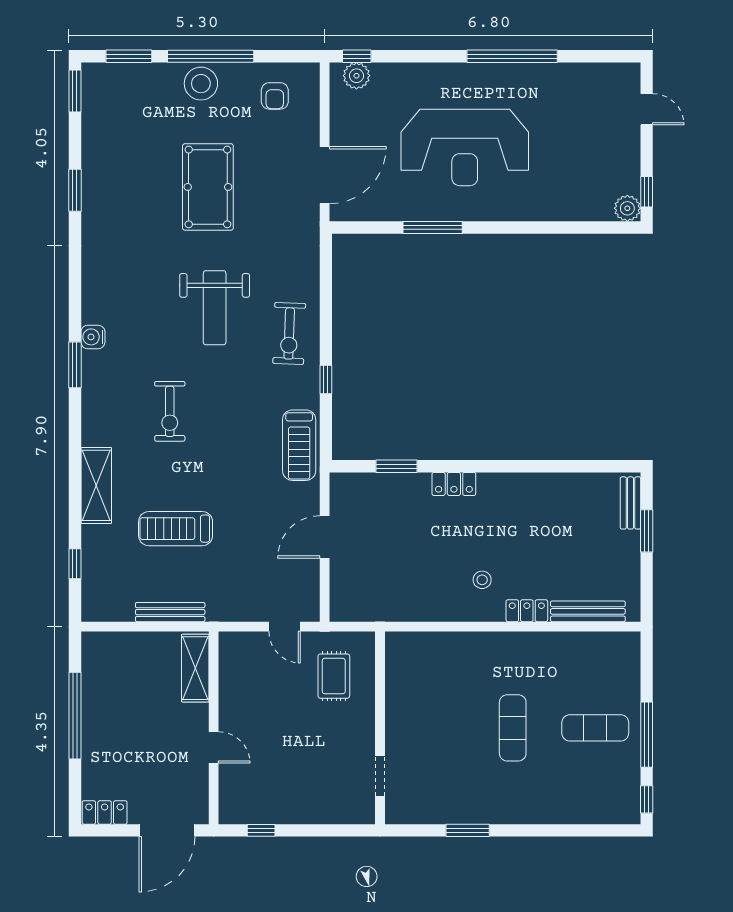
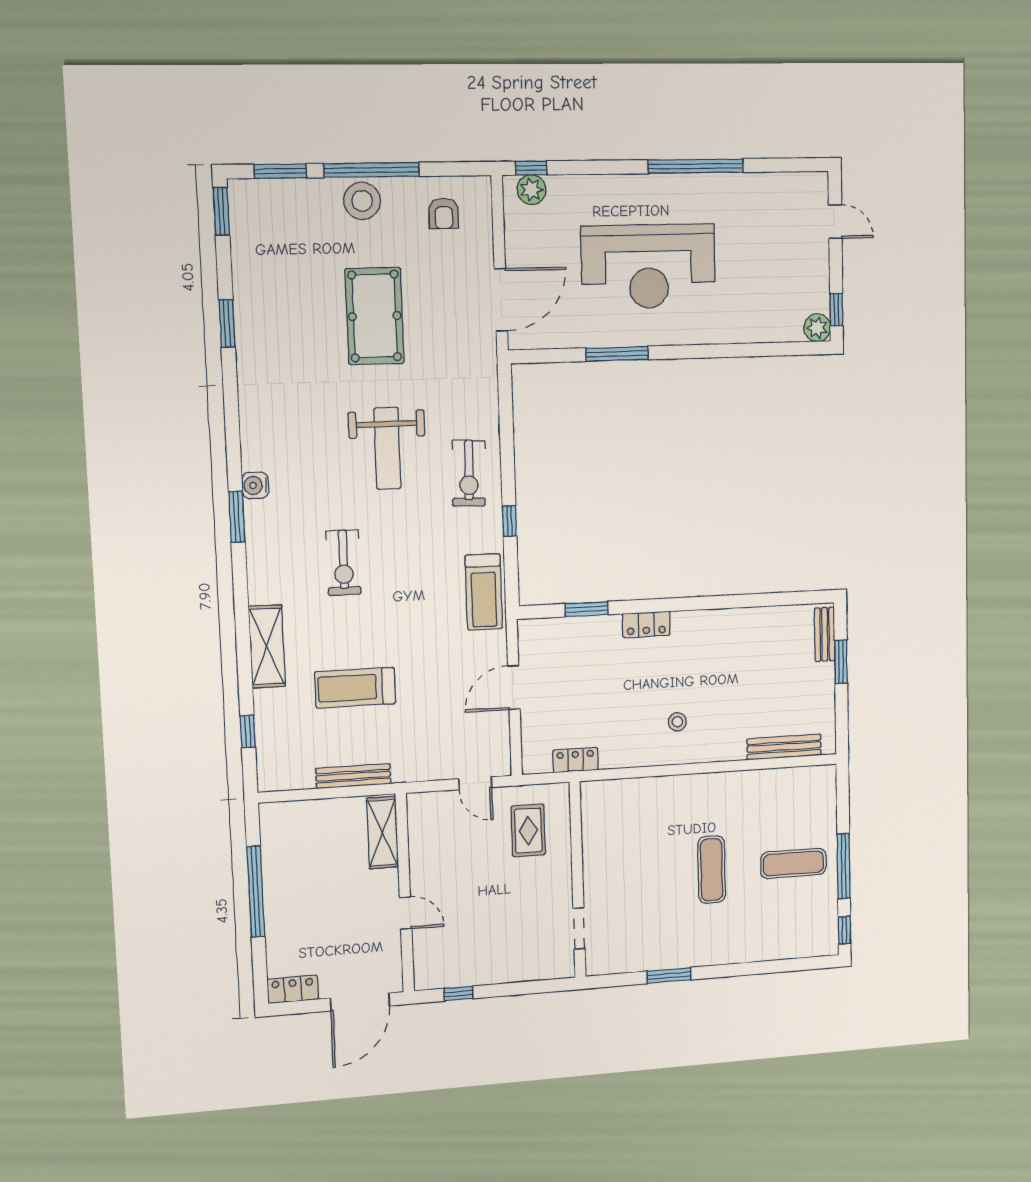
locker: (527, 611) -> (575, 760), moved

